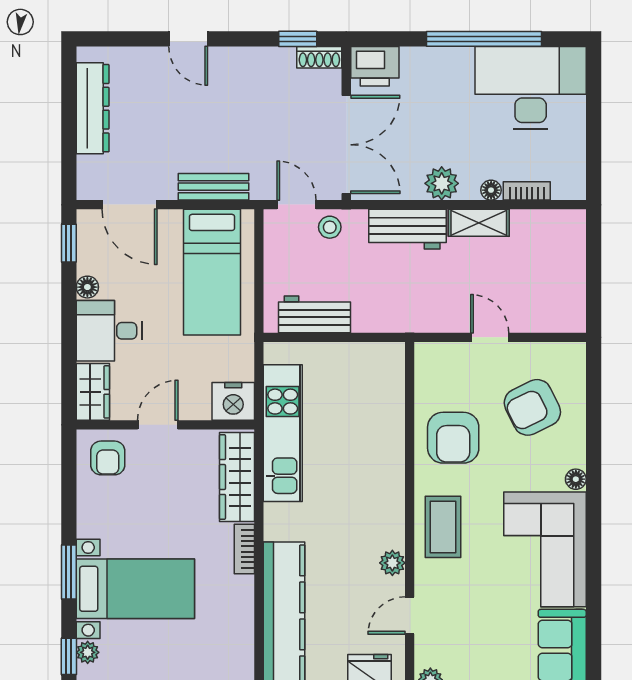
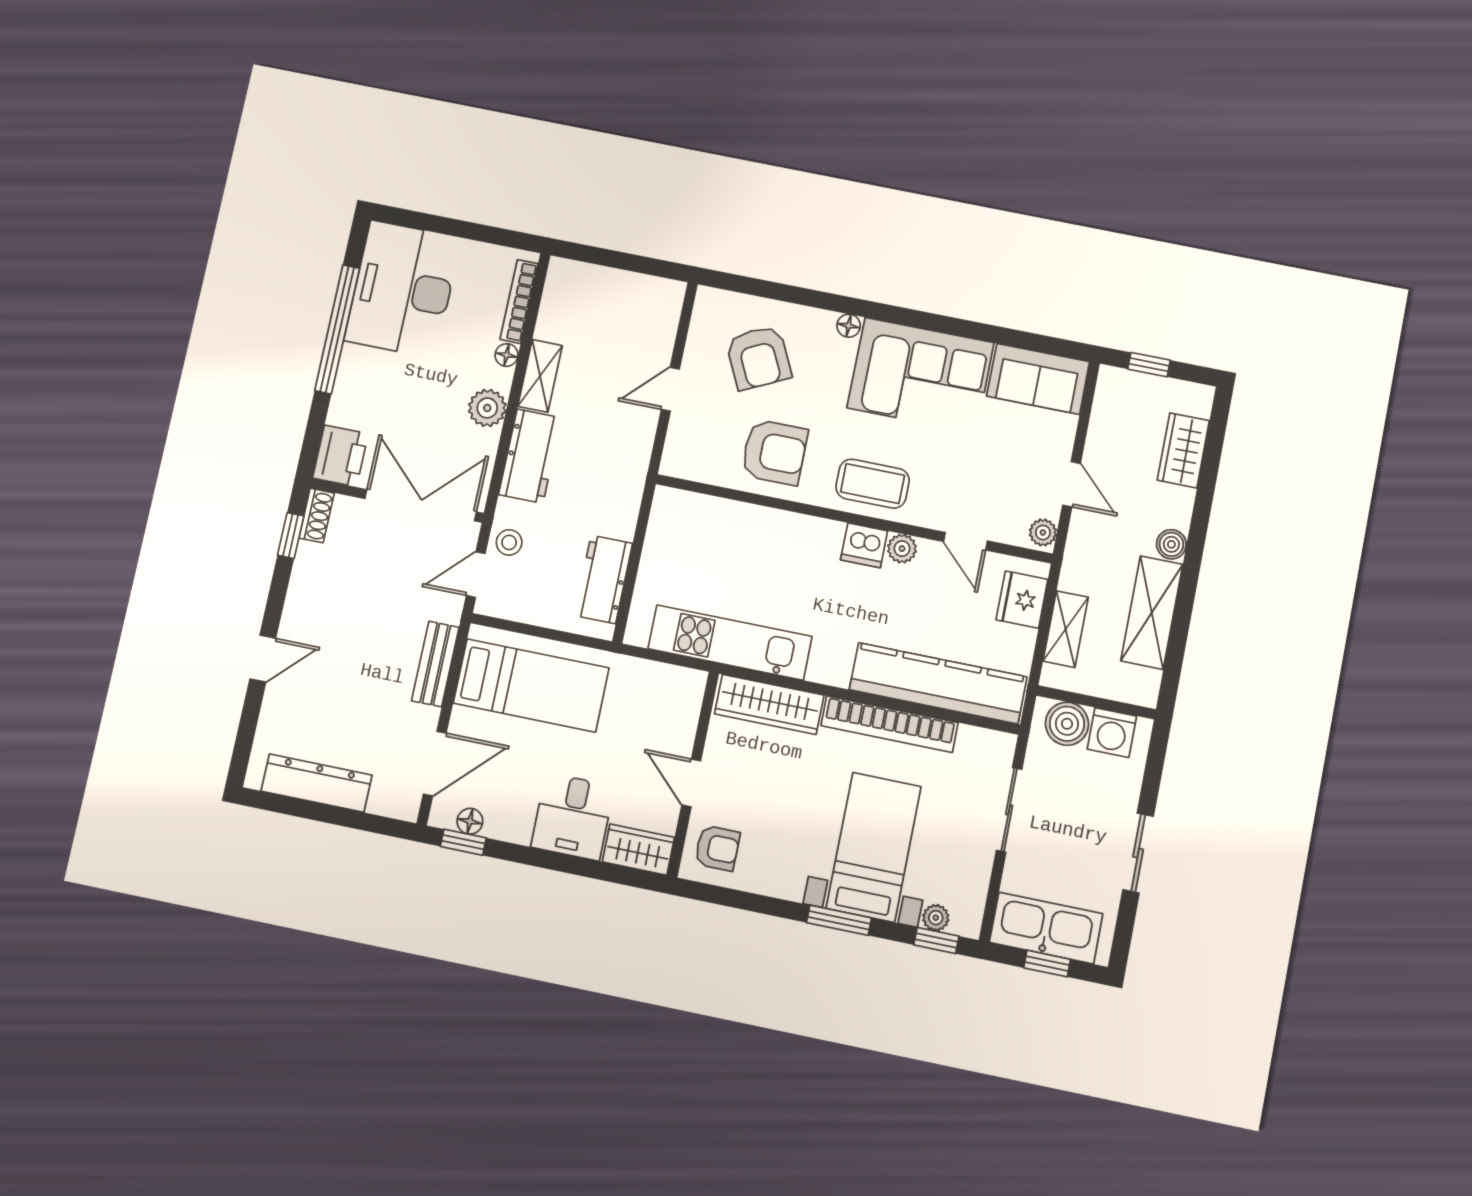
bookcase: (527, 191) -> (519, 302), width x1.56
floor lamp: (87, 287) -> (470, 821), moved
nightstand: (233, 401) -> (682, 691), removed
dishwasher: (389, 530) -> (864, 545), added
bookcase: (244, 549) -> (889, 724), width x2.31, depth x1.31

